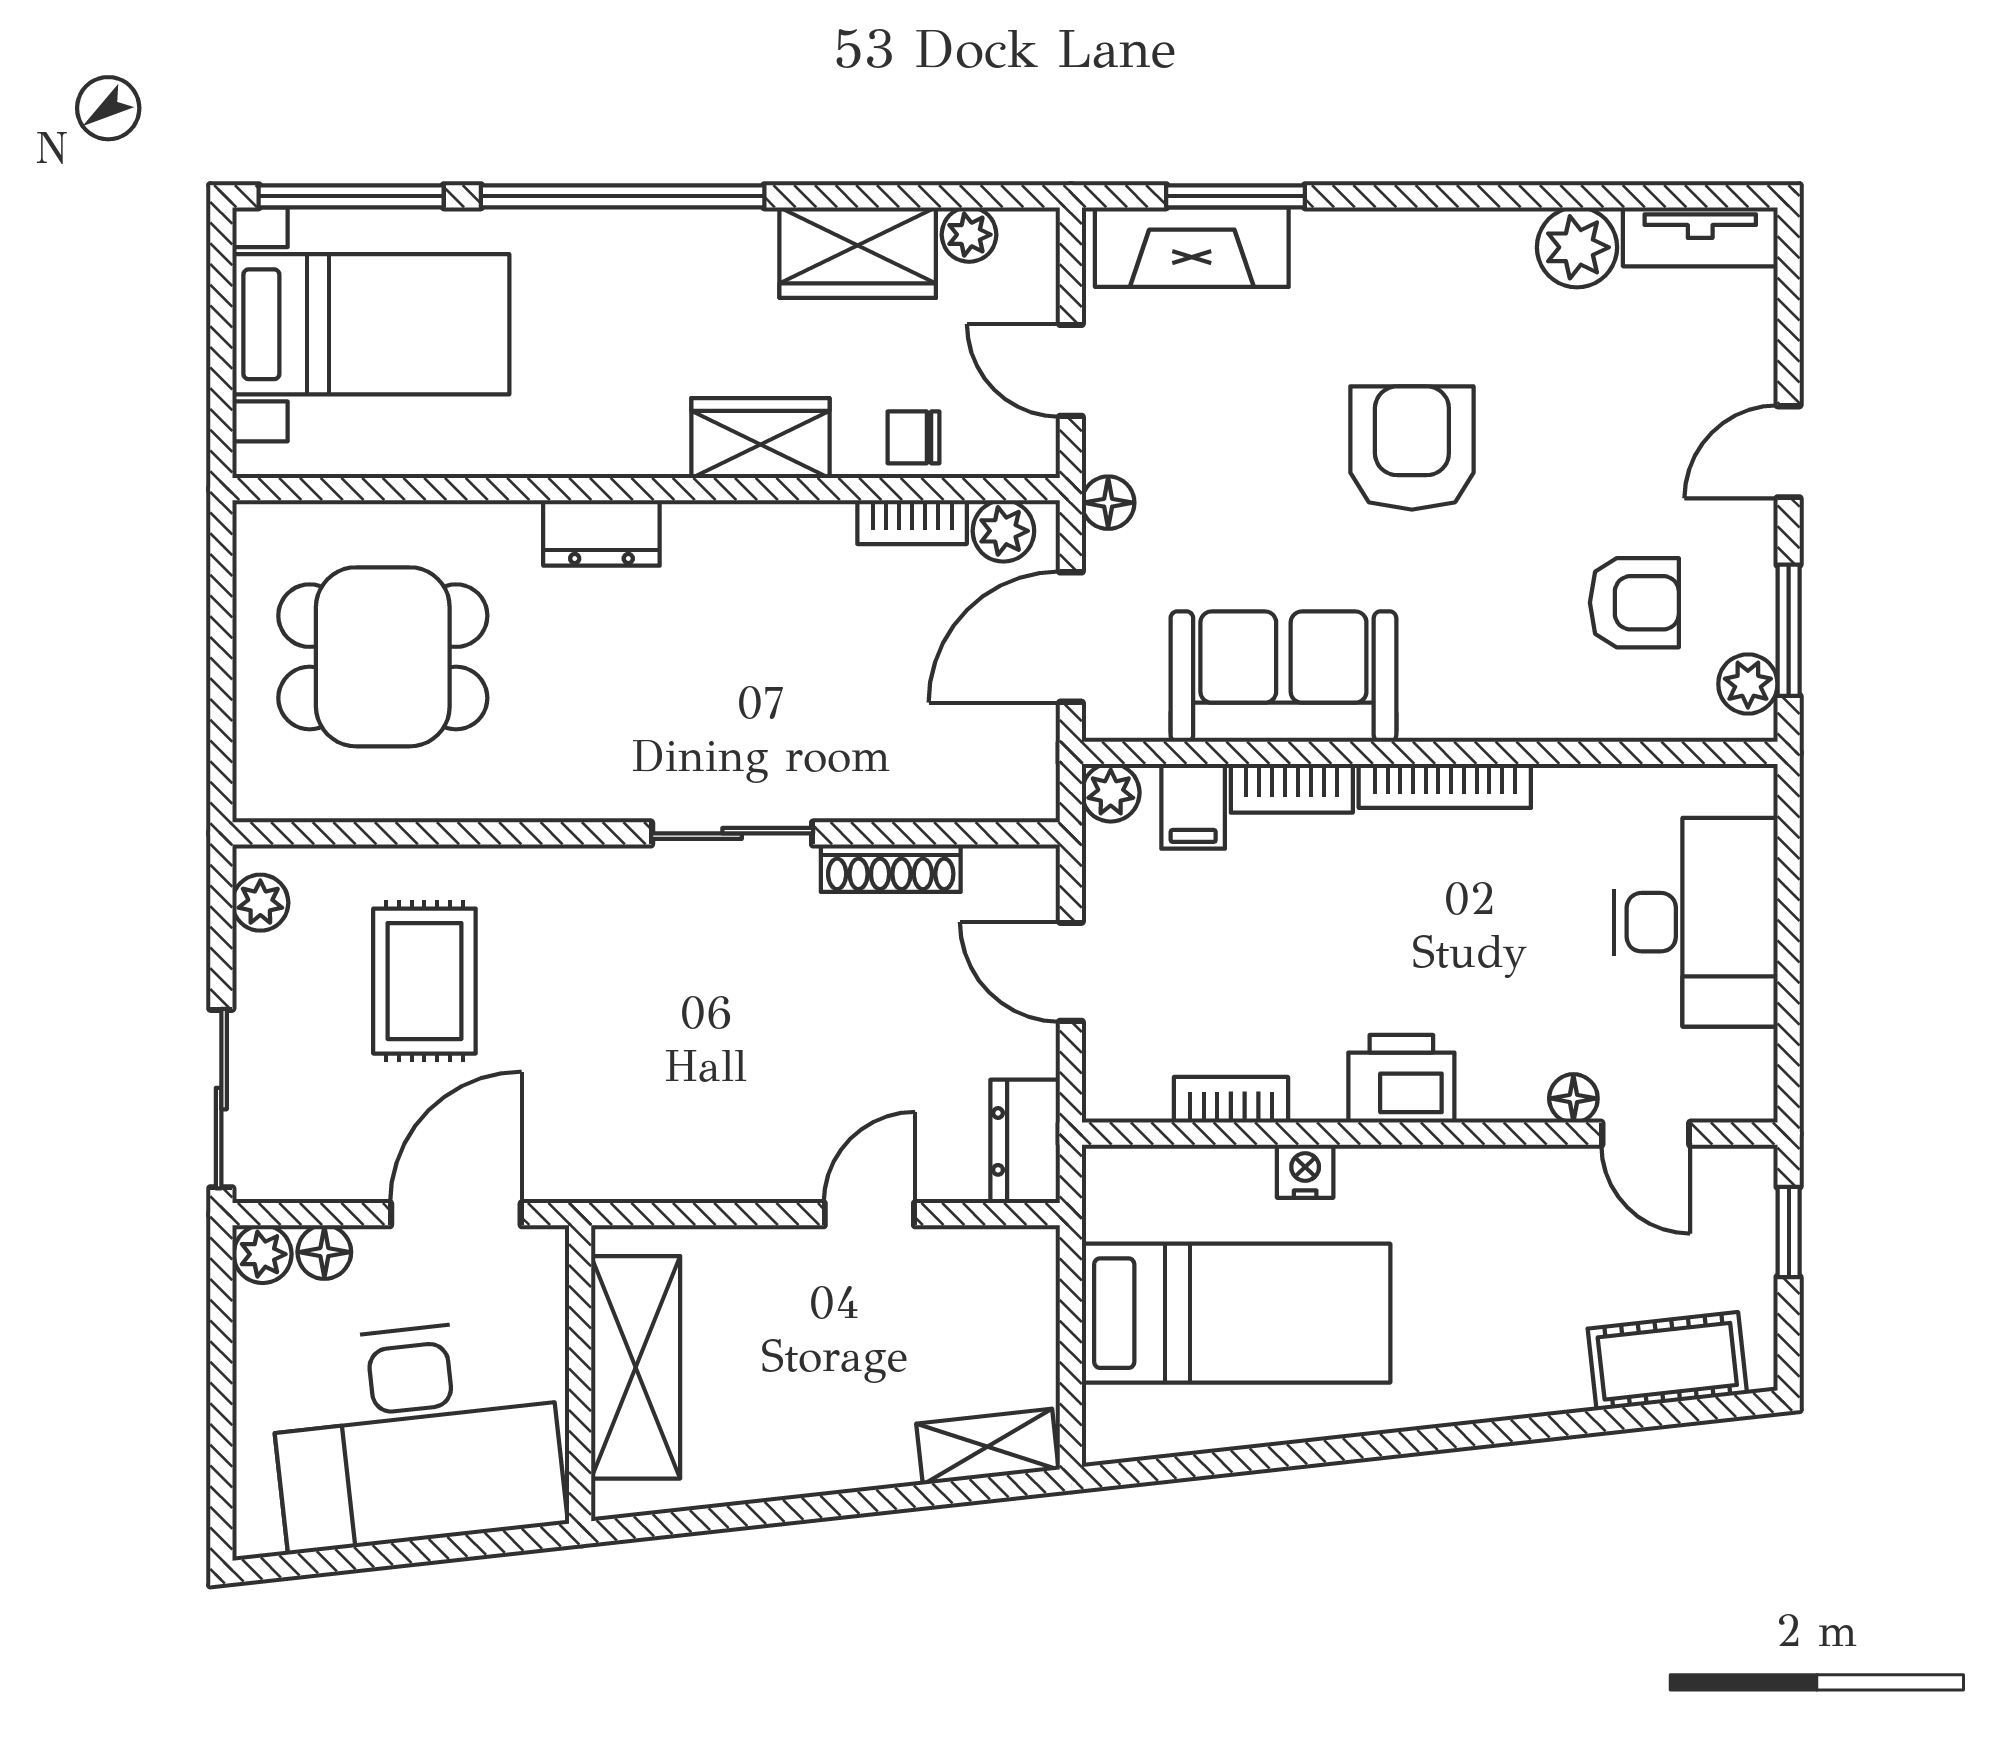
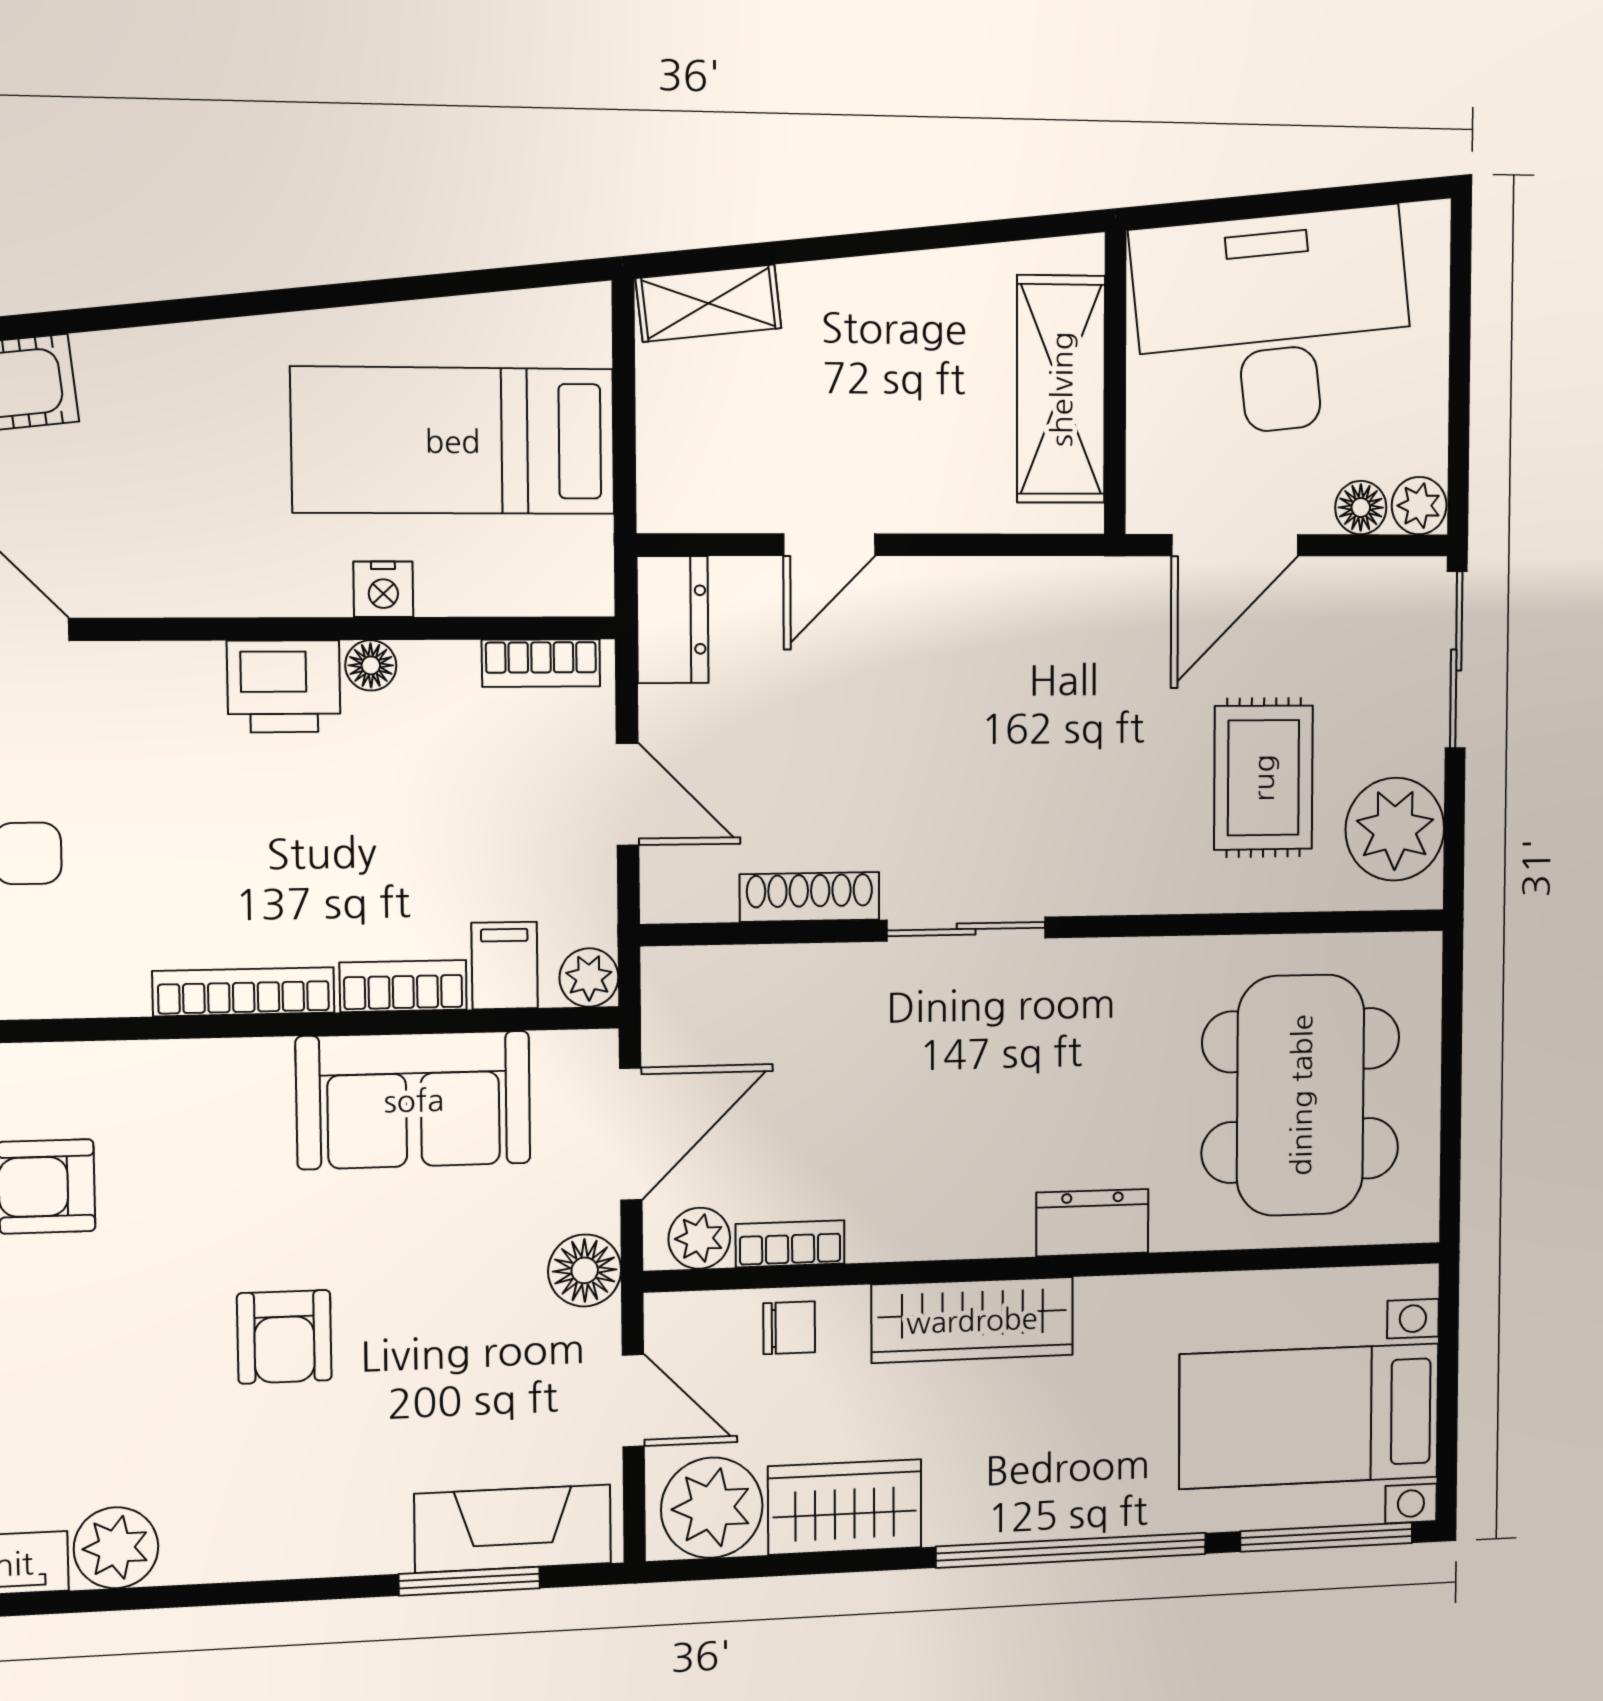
plant: (969, 235) -> (712, 1508), width x1.87, depth x1.87
wardrobe: (760, 438) -> (972, 1320), width x1.50
armchair: (1412, 448) -> (284, 1337), width x0.72, depth x0.72
floor lamp: (1108, 503) -> (585, 1270), width x1.37, depth x1.37
dining table: (383, 657) -> (1301, 1095), width x1.38
plant: (260, 903) -> (1395, 829), width x1.88, depth x1.88
floor lamp: (1573, 1098) -> (371, 665), moved
bookcase: (1231, 1100) -> (541, 663), moved

